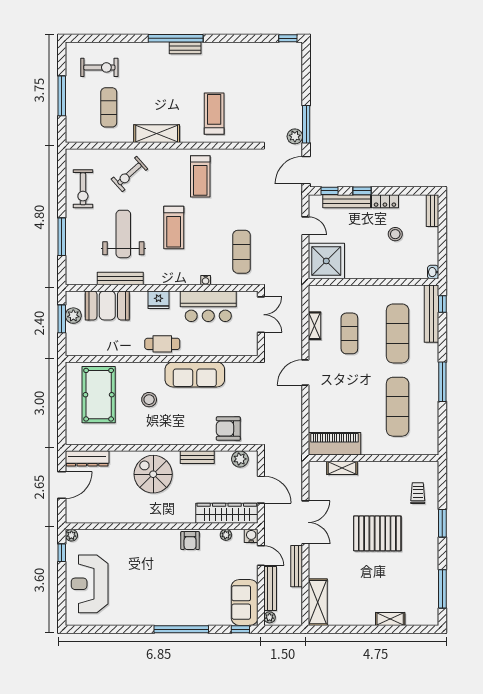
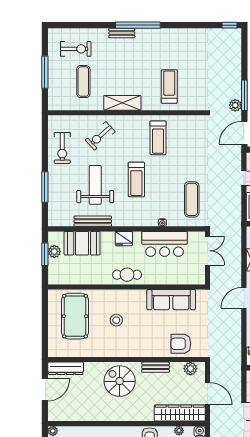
bench: (185, 48) -> (122, 33), moved
sofa: (195, 374) -> (171, 300), moved

